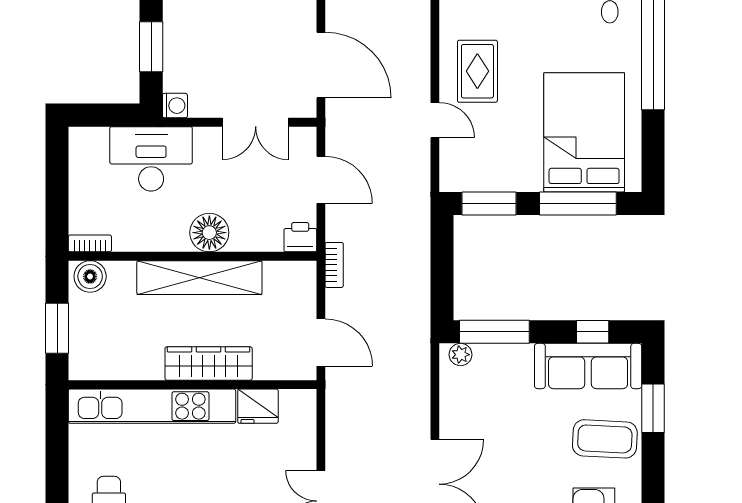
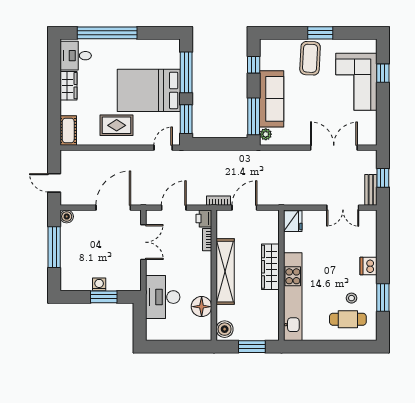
washing machine: (175, 106) -> (99, 284), moved
door: (435, 120) -> (163, 148), moved
bed: (584, 132) -> (149, 90), moved
floor lamp: (209, 233) -> (202, 307), moved
bookcase: (90, 243) -> (207, 240), moved
door: (321, 342) -> (244, 208), moved
sofa: (588, 366) -> (272, 99), moved
fridge: (258, 406) -> (293, 221), moved
window: (653, 408) -> (320, 33), moved

